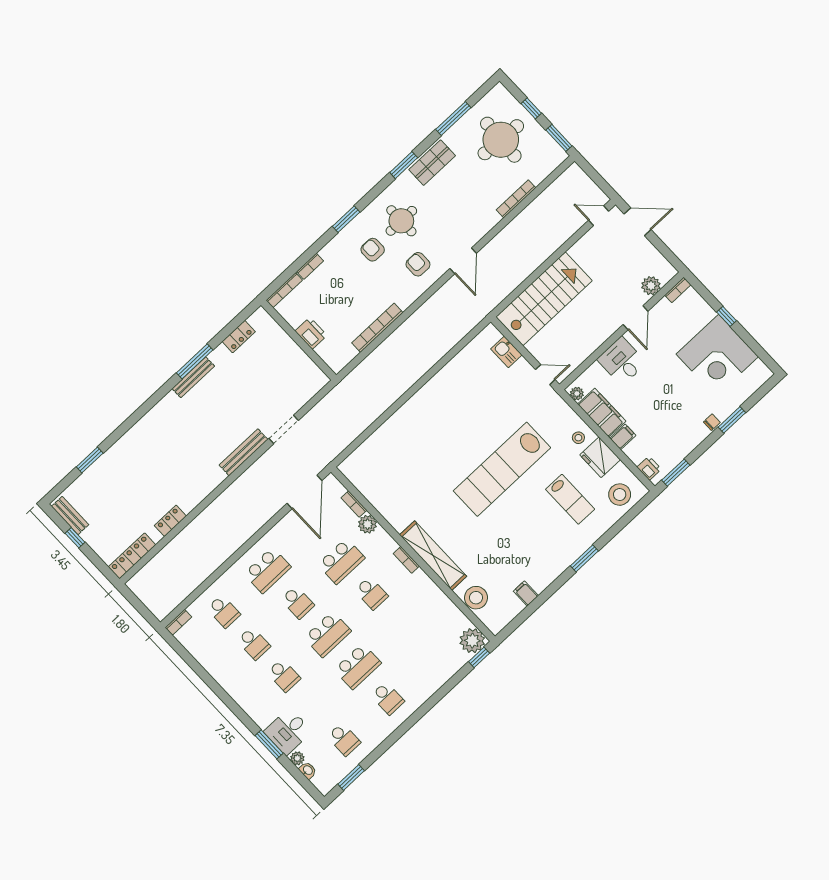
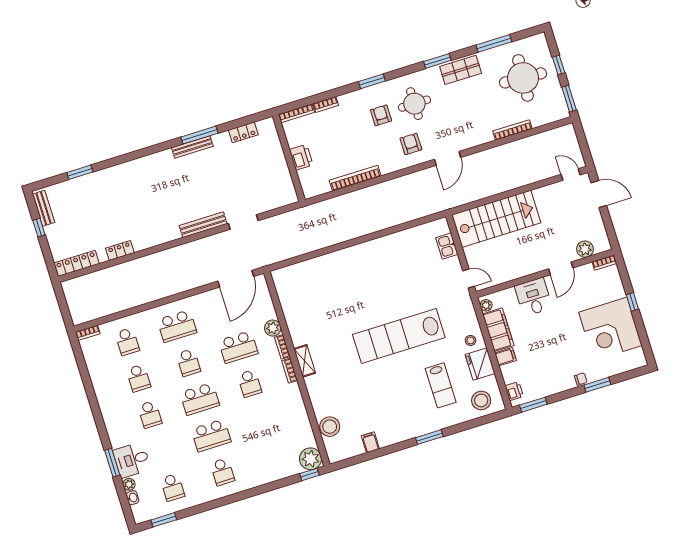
bookcase: (354, 504) -> (282, 347), moved
shelving: (433, 556) -> (305, 361), width x0.45, depth x0.75

